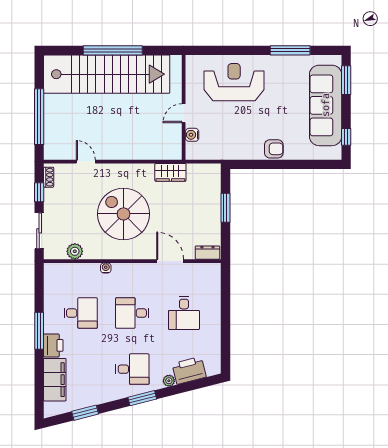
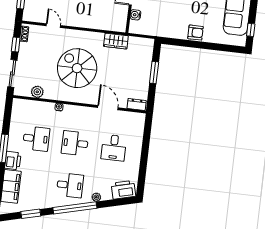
printer: (189, 370) -> (123, 190), moved
window: (142, 398) -> (75, 208), width x2.11

